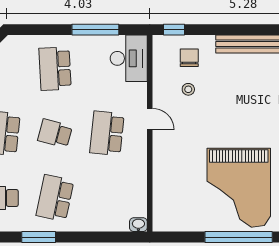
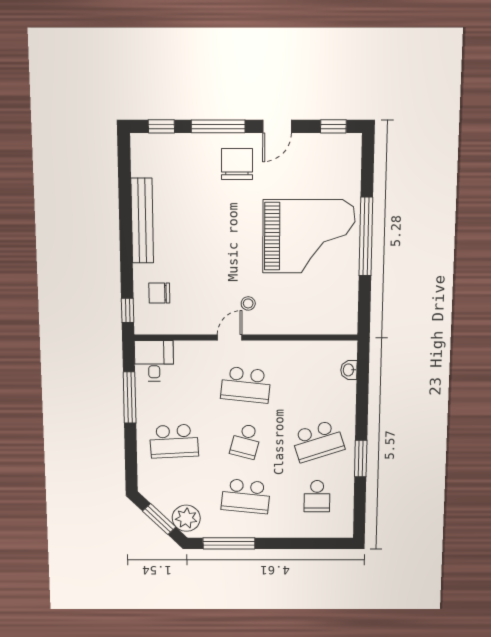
desk: (129, 58) -> (154, 361), width x0.73
stool: (188, 89) -> (248, 303), moved
school desk: (55, 198) -> (318, 441), turned -30
washbasin: (138, 225) -> (349, 370), moved

